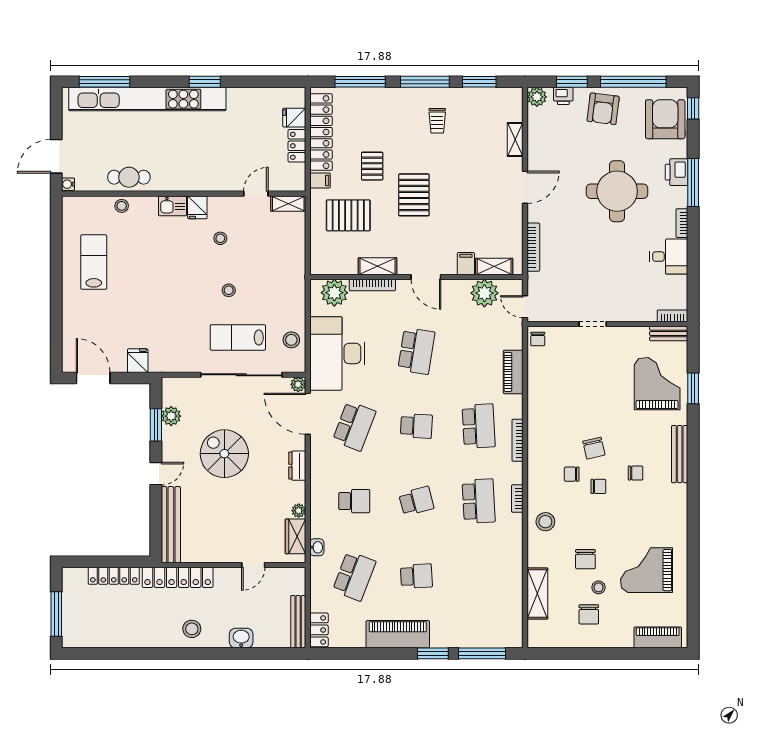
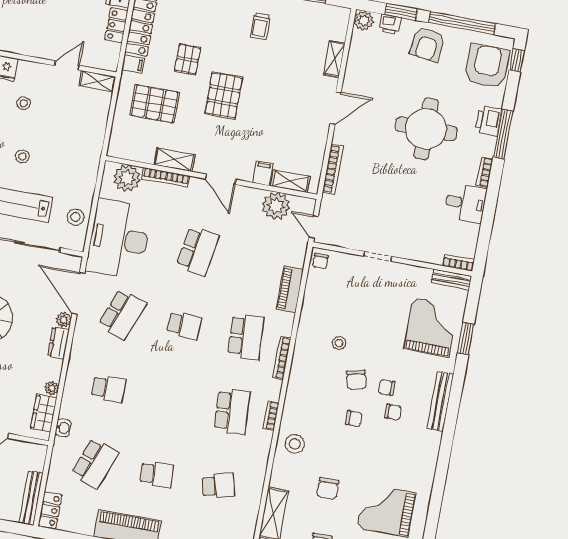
plant: (298, 384) -> (64, 320), moved
chair: (572, 474) -> (387, 387), moved
school desk: (416, 501) -> (218, 486), moved
stool: (599, 587) -> (339, 343), moved

